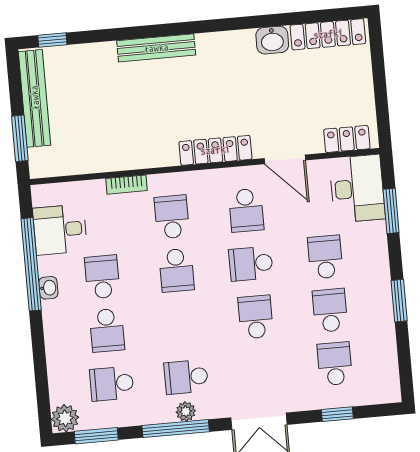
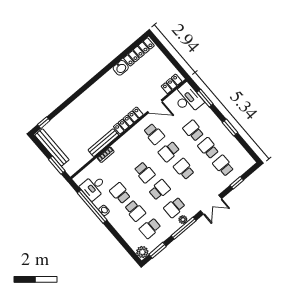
bench: (156, 48) -> (103, 143), moved
school desk: (172, 217) -> (159, 190), moved, turned 90

